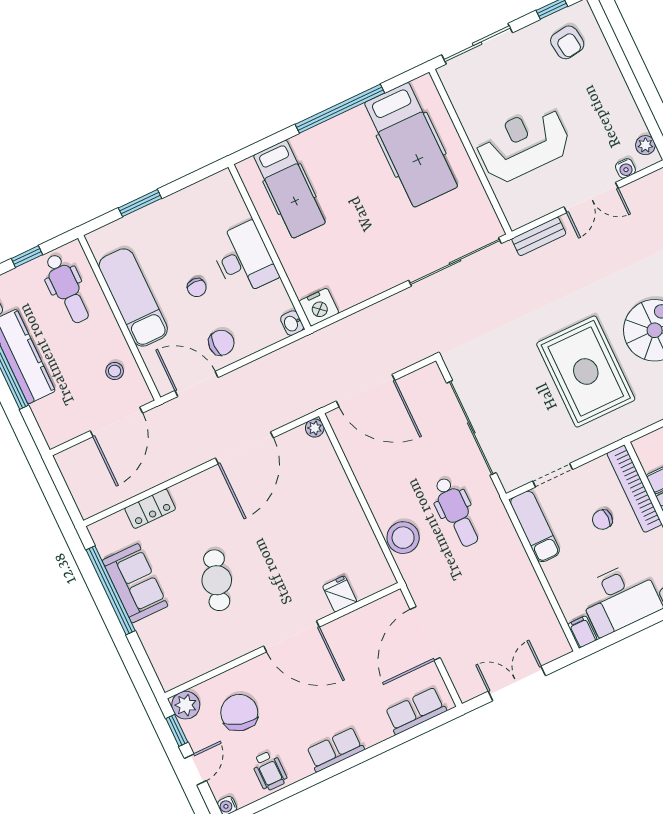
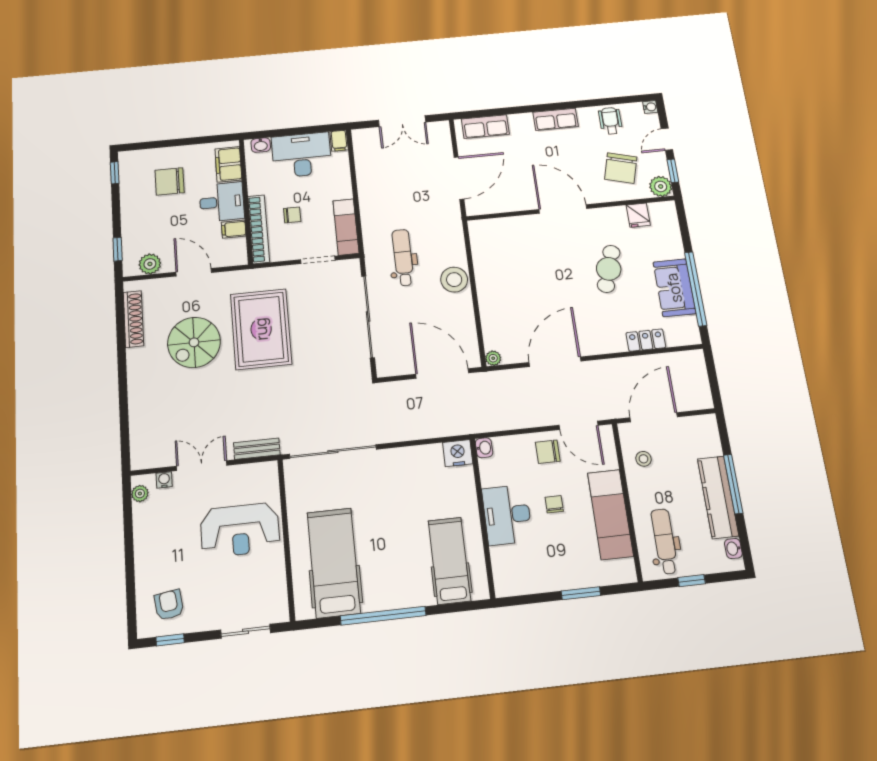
sliding door: (477, 44) -> (246, 631), width x0.73
stool: (403, 538) -> (454, 280), moved
fridge: (340, 594) -> (638, 215), moved

